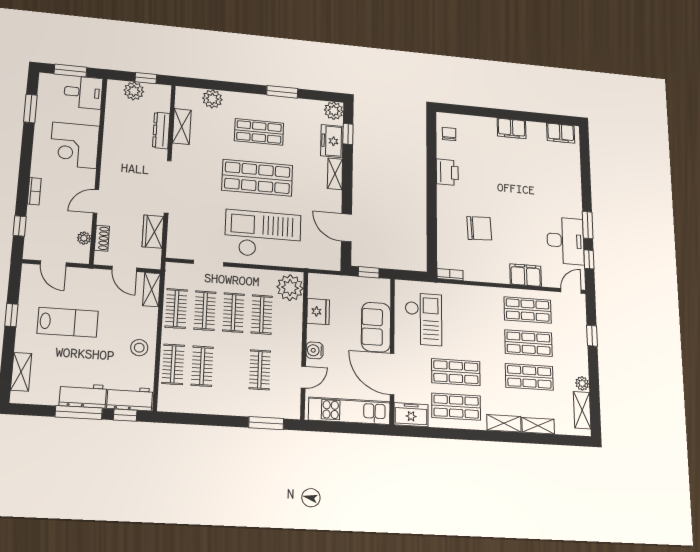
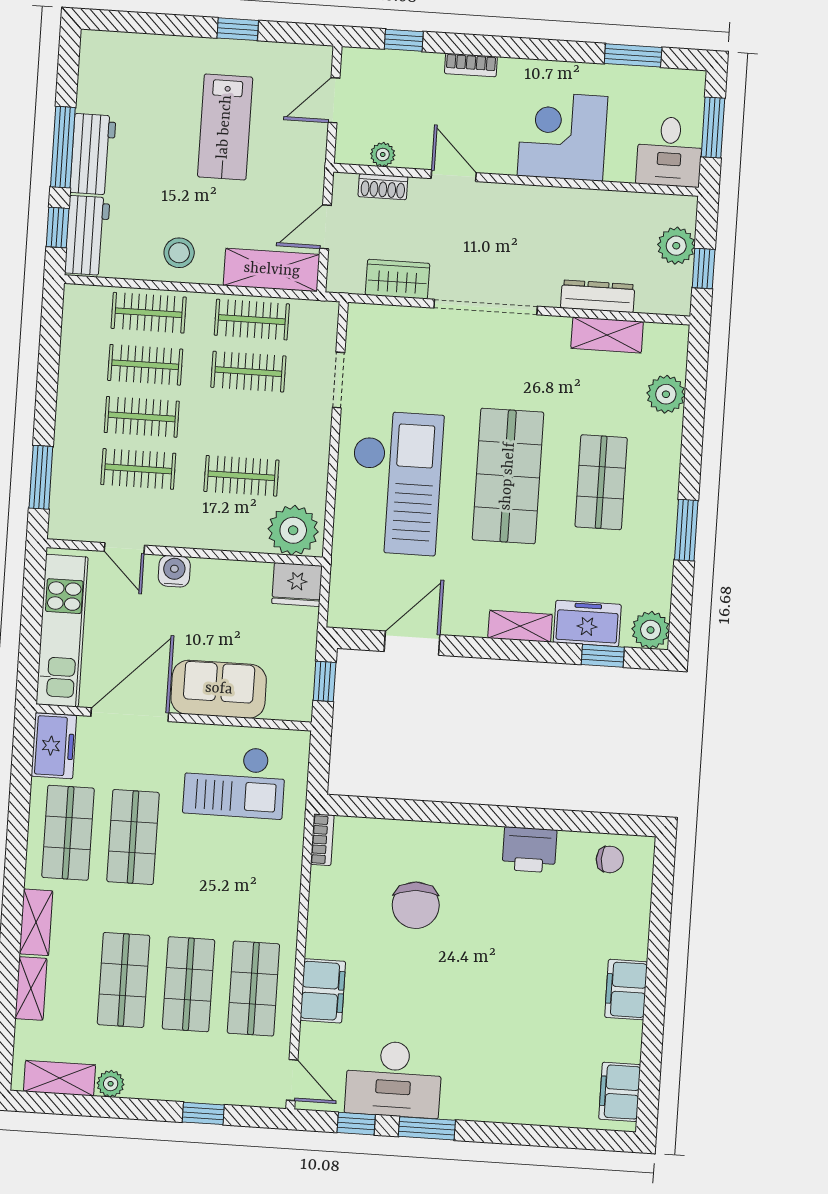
shelving: (152, 290) -> (272, 270), width x1.50, depth x1.33
fridge: (318, 312) -> (297, 585), moved
clothes rail: (233, 313) -> (142, 417), moved
shelving: (21, 372) -> (136, 48), removed

